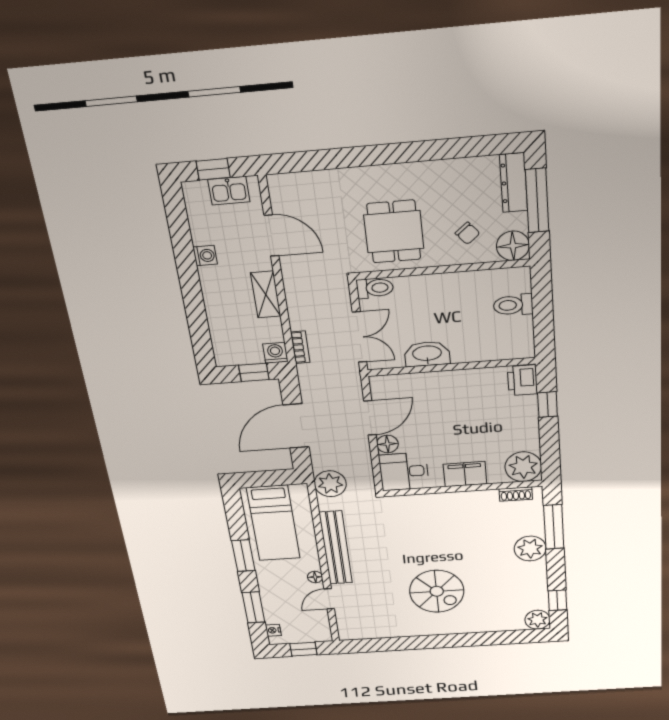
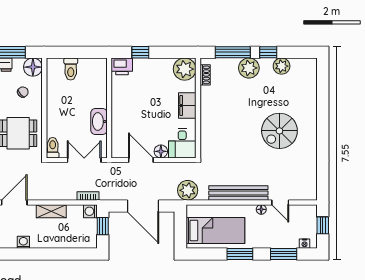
spiral stairs: (437, 591) -> (279, 131), turned 180
window: (557, 600) -> (268, 52), moved
plant: (537, 620) -> (282, 66), moved

